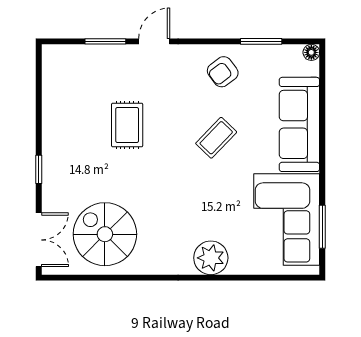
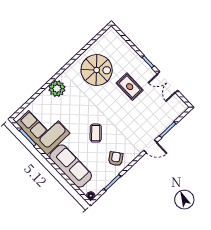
door: (154, 41) -> (150, 146), hinge flipped
rug: (127, 125) -> (130, 87), moved
spiral stairs: (105, 234) -> (97, 70), moved
double door: (39, 240) -> (168, 82), moved

